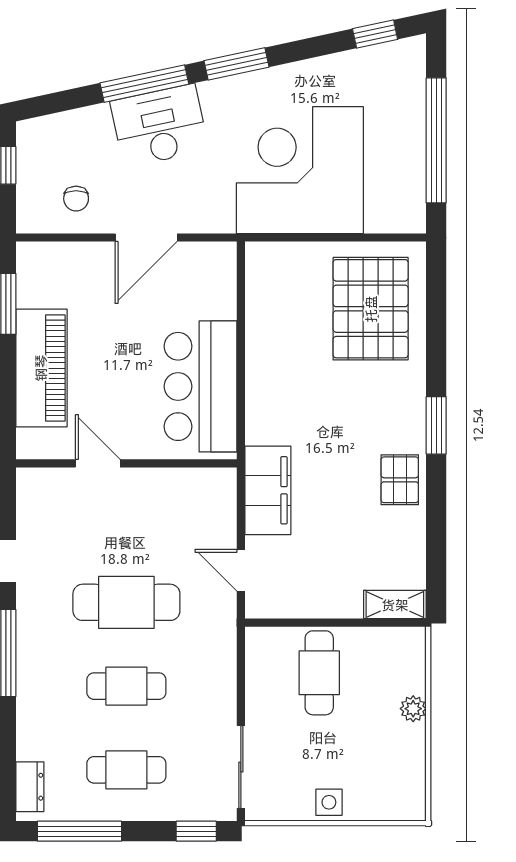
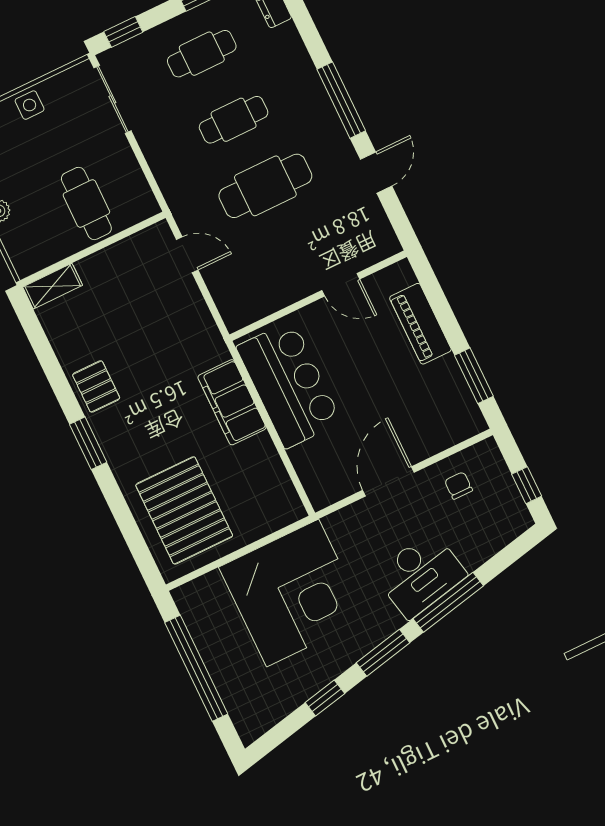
window: (375, 34) -> (325, 698), moved
piano: (41, 368) -> (420, 324), width x0.73, depth x0.75
filing cabinet: (268, 490) -> (232, 402), moved

